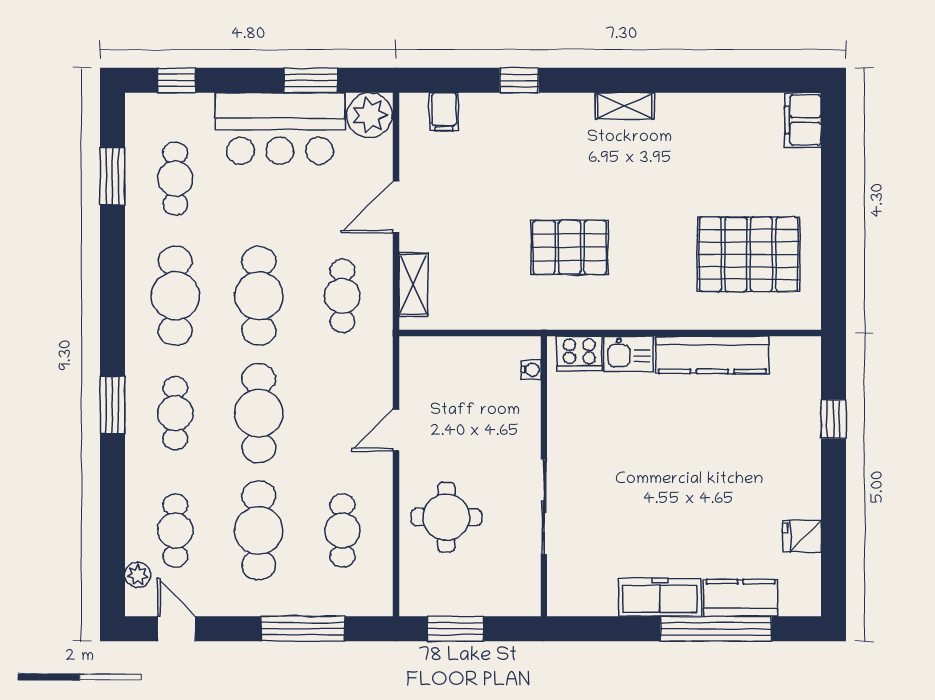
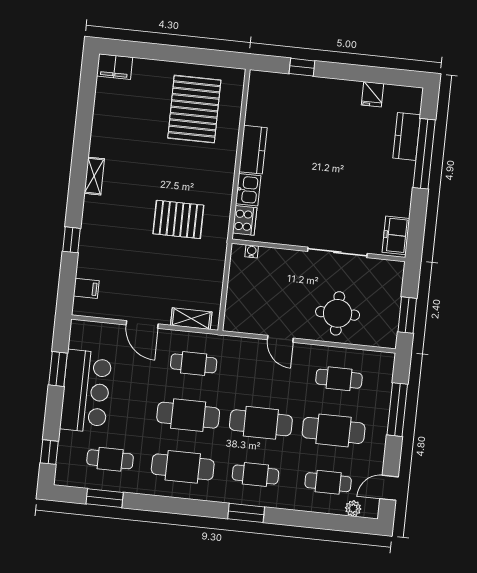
plant: (370, 115) -> (83, 335), removed
pallet: (570, 247) -> (178, 219), turned 90
kitchen counter: (712, 355) -> (253, 150), width x0.67
freezer: (660, 597) -> (396, 235), moved, width x0.71

